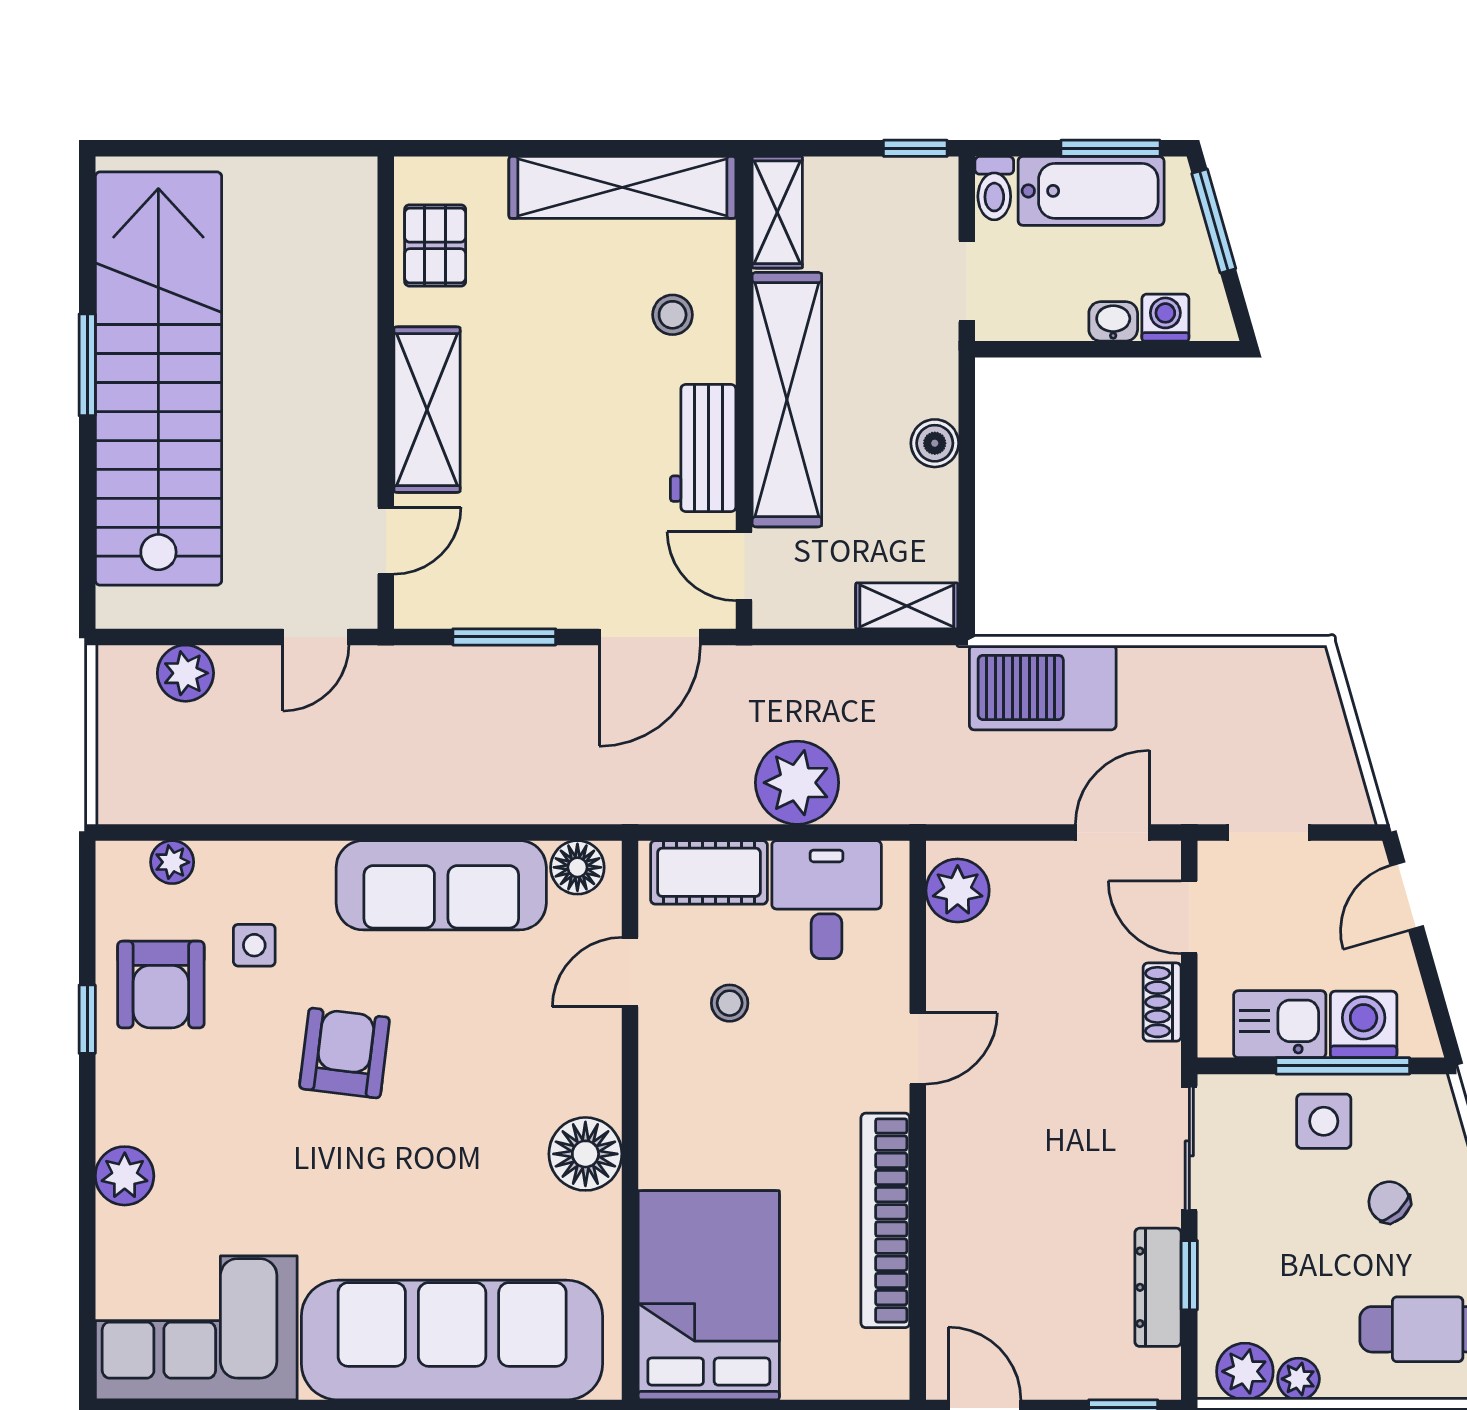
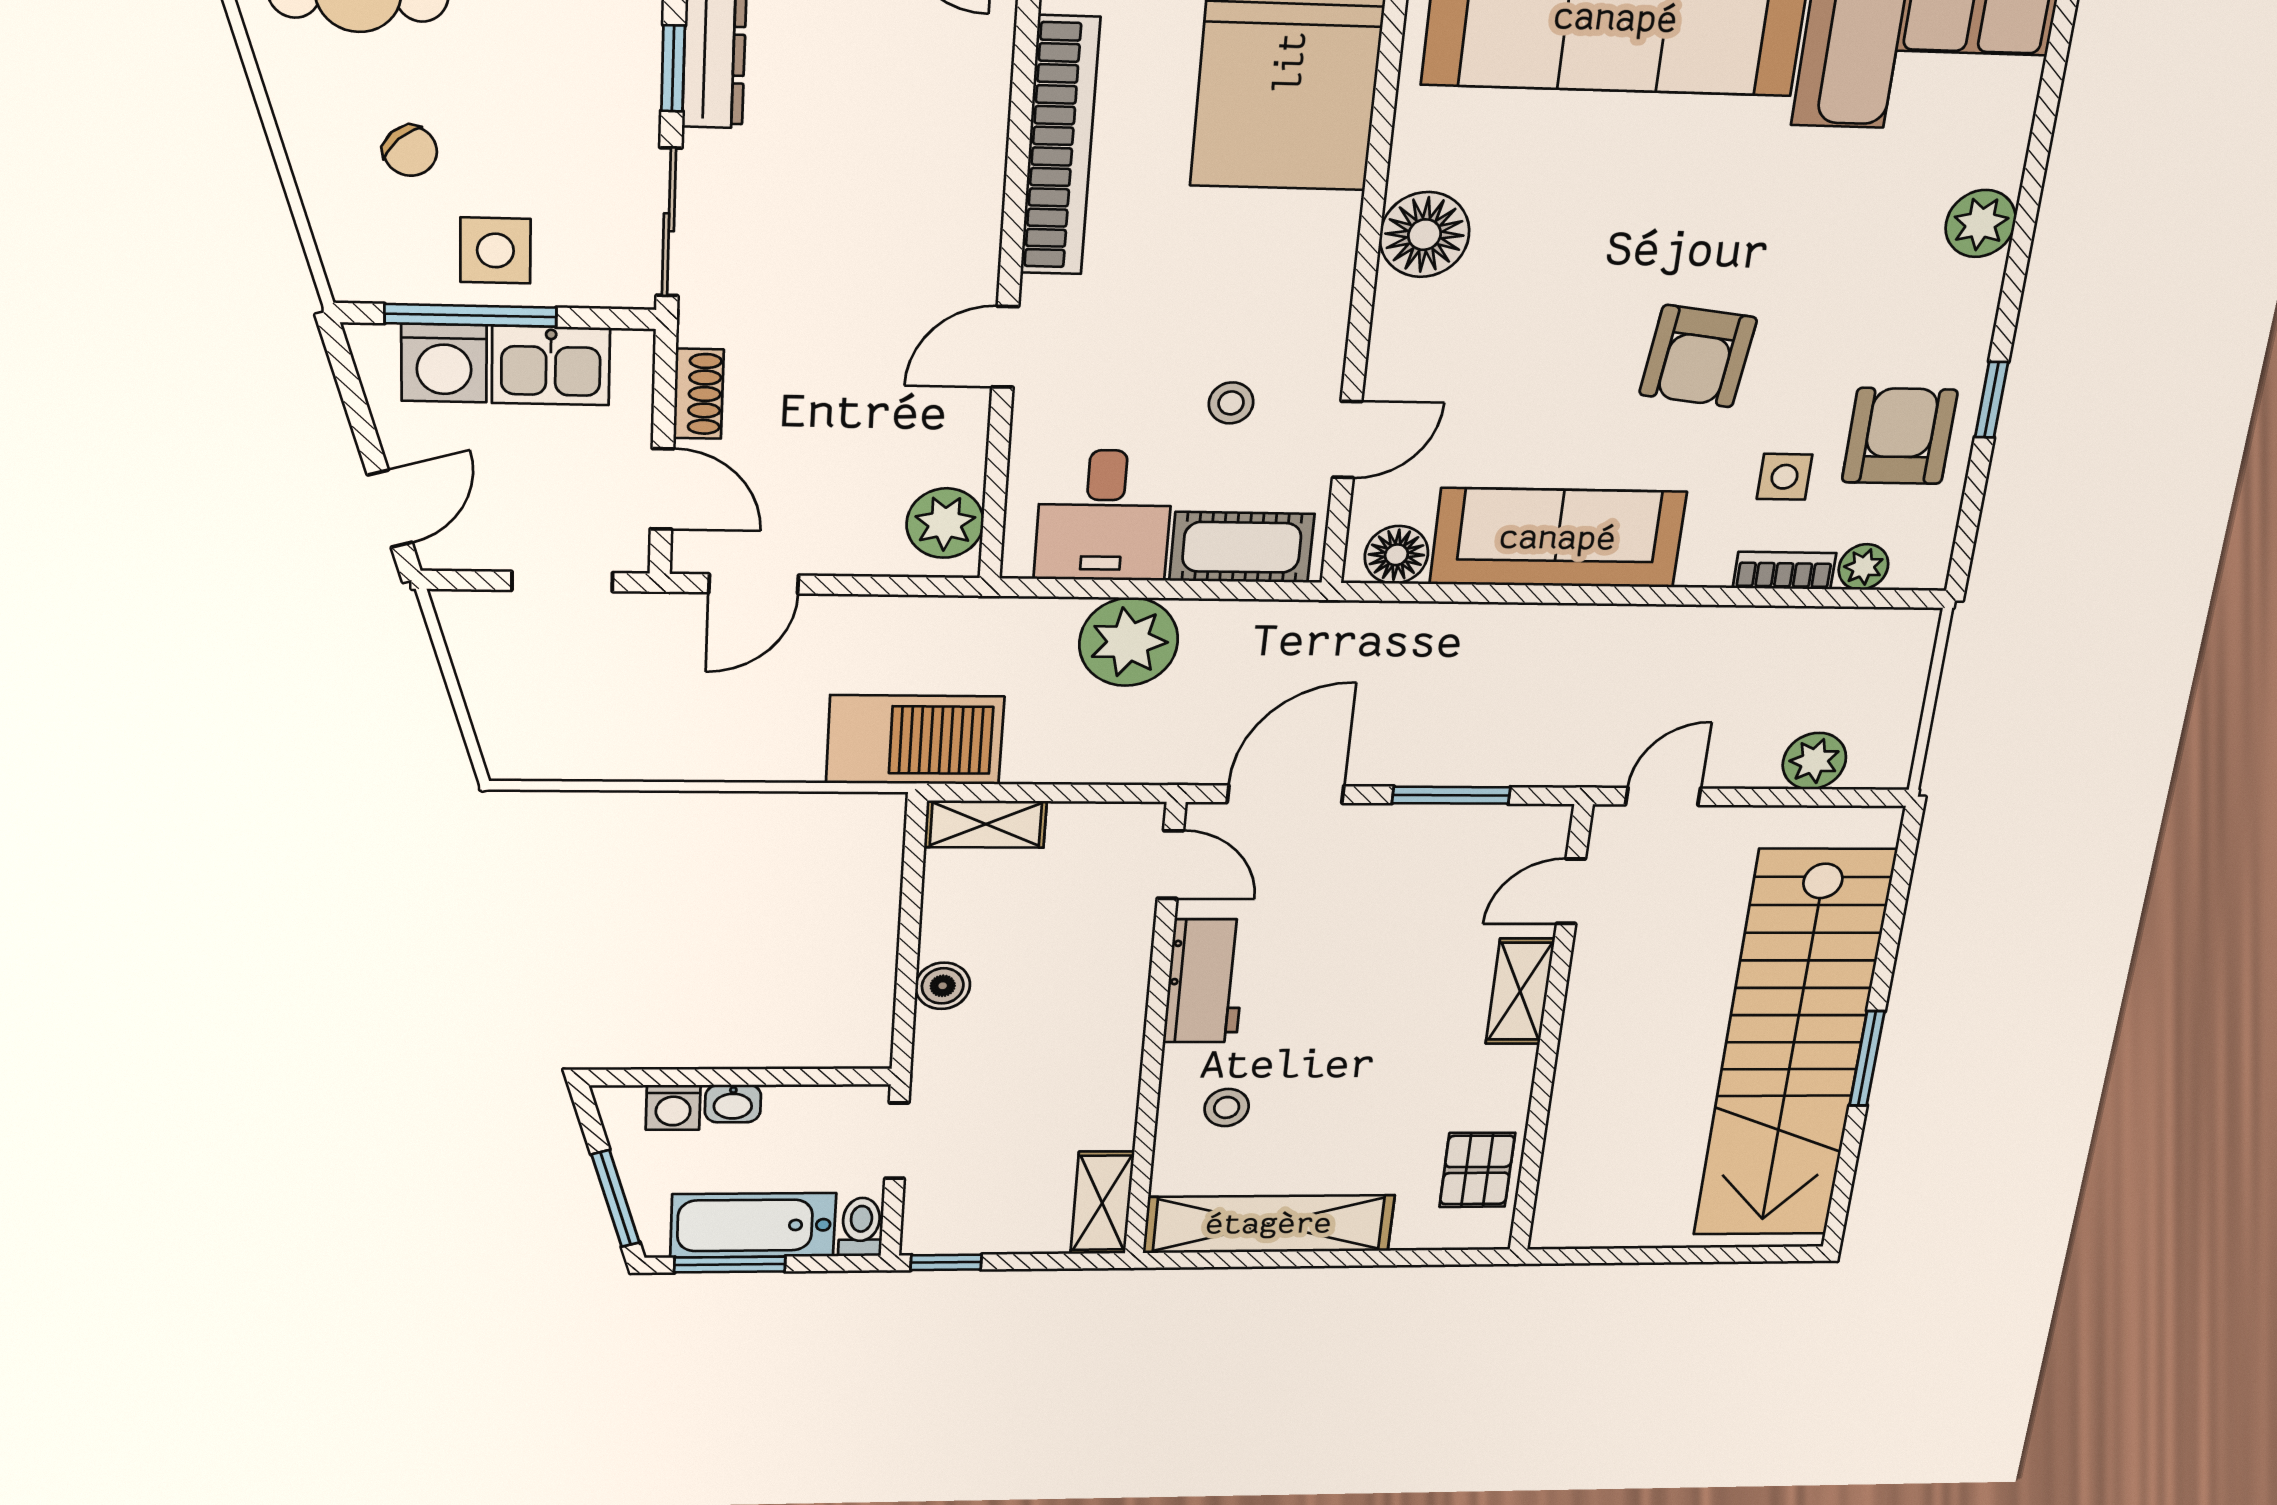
shelving: (787, 400) -> (1107, 1028), removed
shelving: (427, 410) -> (1520, 991), width x0.67, depth x0.75
barbecue: (1043, 687) -> (915, 740), moved
bookcase: (241, 858) -> (1785, 570), added

